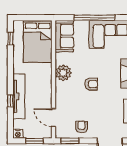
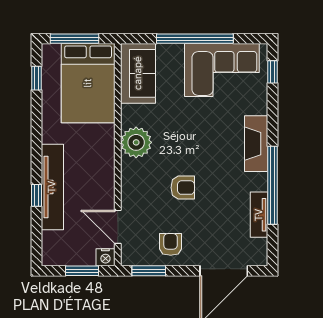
window: (30, 18) -> (74, 39), added
armchair: (91, 84) -> (183, 188), moved
nightstand: (18, 134) -> (105, 257), moved

